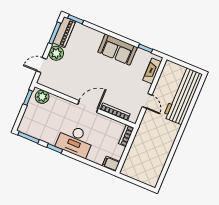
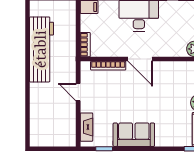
workbench: (183, 96) -> (42, 49), moved
door: (88, 107) -> (140, 59), hinge flipped

